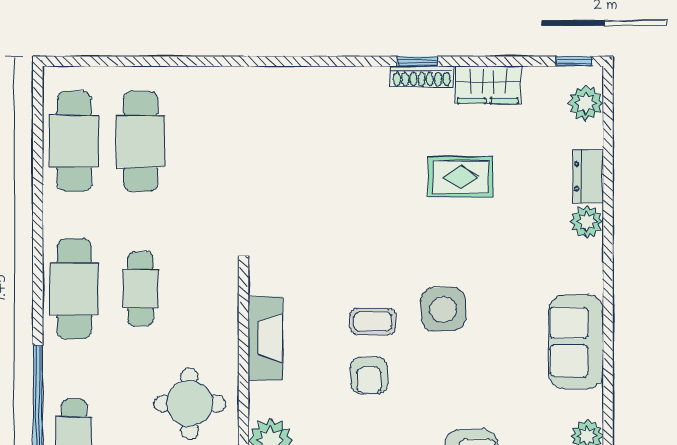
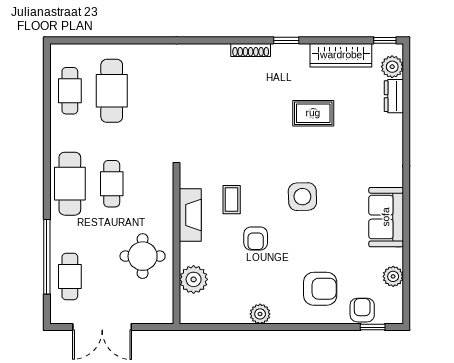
shoe rack: (422, 77) -> (251, 50), moved
wardrobe: (488, 85) -> (341, 55), width x1.50
cafe table: (74, 141) -> (70, 91), width x0.73, depth x0.74
dresser: (588, 176) -> (394, 96), moved
plant: (587, 222) -> (393, 141), removed
coffee table: (373, 321) -> (232, 200), moved, turned 90

